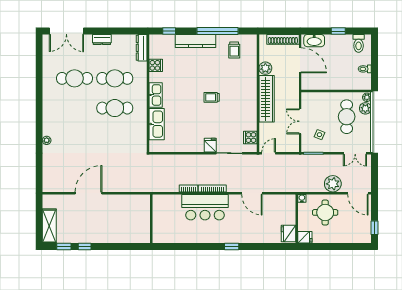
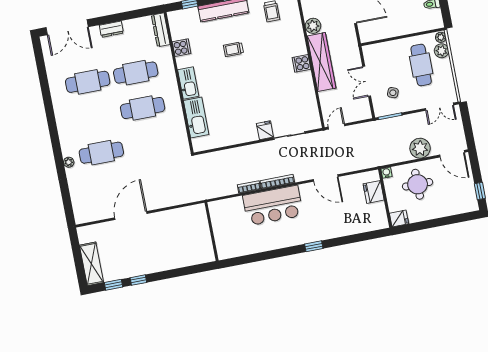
trolley: (212, 97) -> (233, 49), moved
cafe table: (74, 138) -> (101, 153), added
cooker: (250, 138) -> (301, 63), moved
fridge: (288, 234) -> (374, 192), moved

